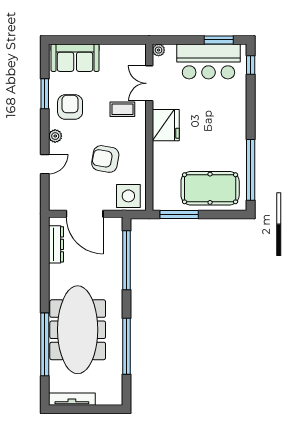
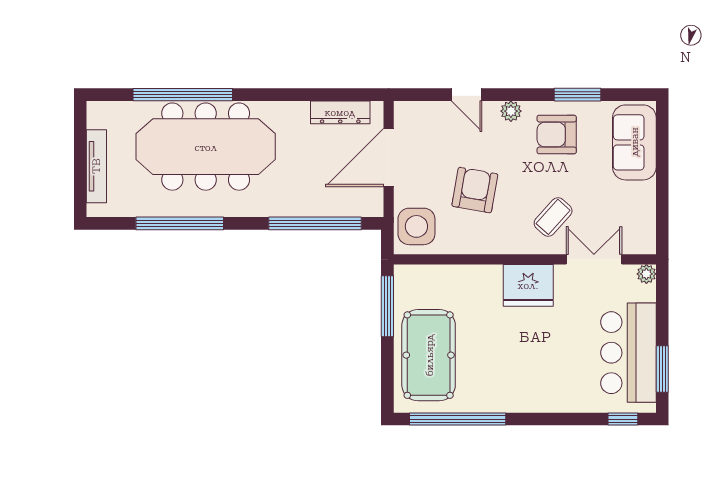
armchair: (70, 107) -> (557, 135), turned 180
coffee table: (122, 109) -> (553, 217), turned 42
tv unit: (72, 399) -> (96, 166), moved

